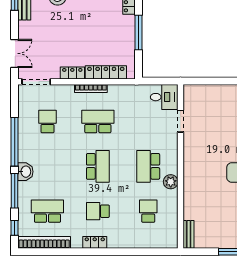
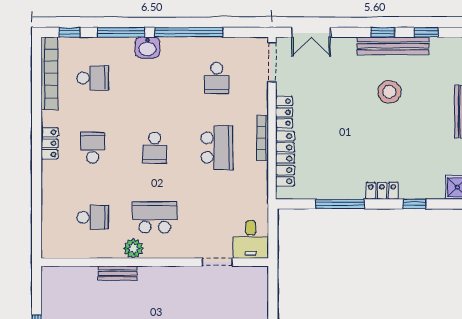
school desk: (47, 122) -> (217, 78), turned 90
school desk: (98, 166) -> (155, 148), width x0.54
school desk: (47, 211) -> (93, 78), width x0.54
bench: (189, 234) -> (118, 273), moved

